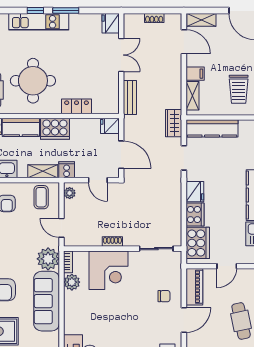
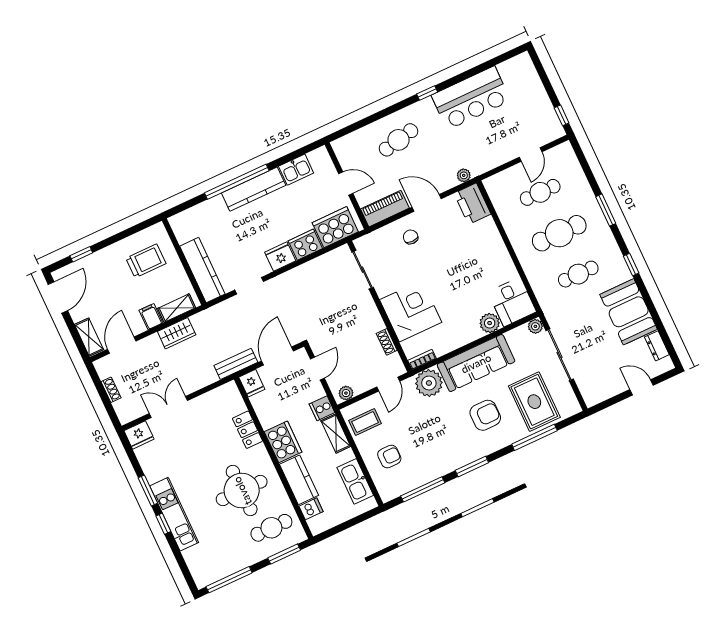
bench: (130, 98) -> (236, 364), moved
wardrobe: (174, 123) -> (177, 333), moved
shoe rack: (112, 242) -> (387, 342), moved
plant: (72, 282) -> (490, 323), moved

